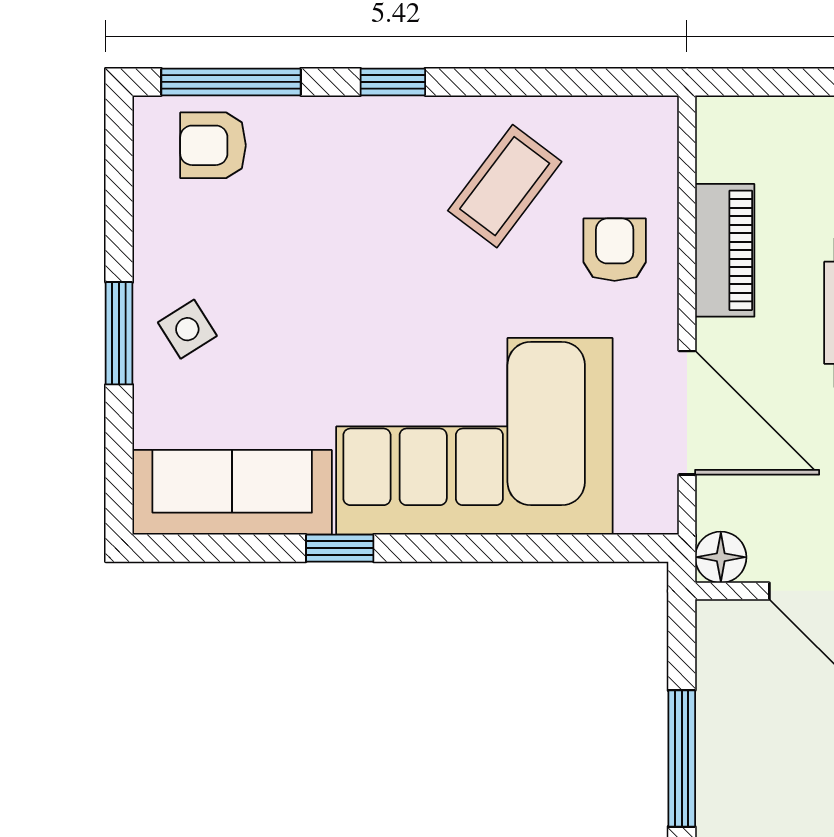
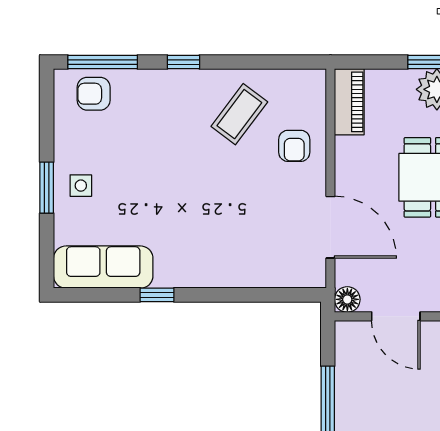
armchair: (615, 250) -> (294, 146), turned 180
piano: (725, 250) -> (349, 102), moved
side table: (187, 329) -> (81, 186), turned 32
corner sofa: (474, 436) -> (224, 239), removed

